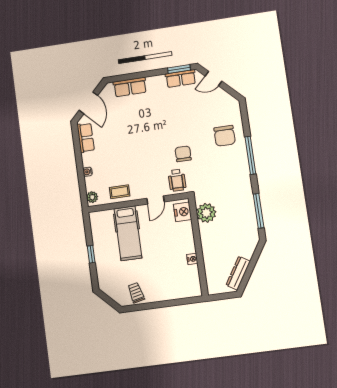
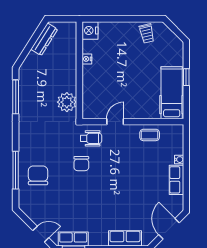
row of seats: (86, 138) -> (176, 180), moved
window: (250, 155) -> (16, 170), moved
wheelchair: (177, 180) -> (91, 138), turned 90
plant: (92, 197) -> (178, 134), removed
nightstand: (182, 212) -> (90, 30), moved
hospital bed: (128, 233) -> (172, 93), moved

